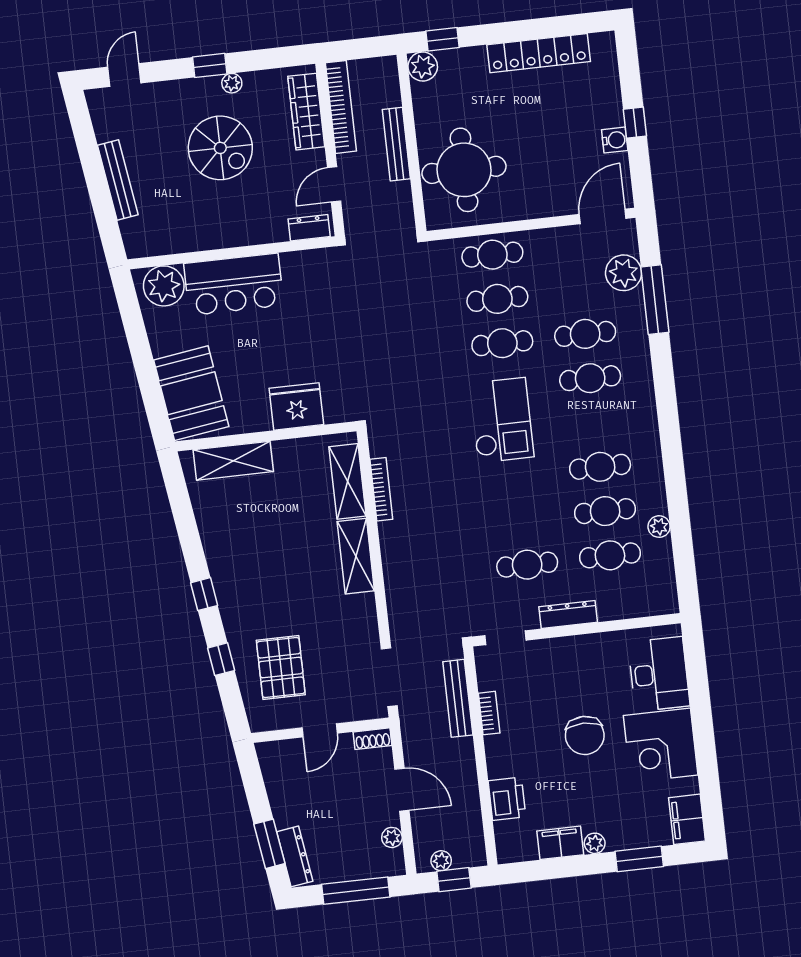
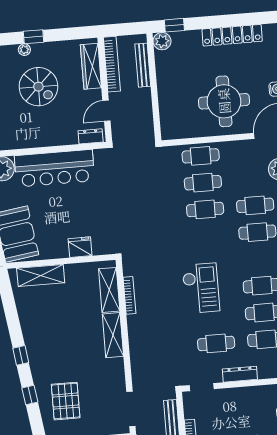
plant: (232, 83) -> (24, 50), moved
bench: (396, 144) -> (143, 65), moved
round table: (464, 170) -> (224, 101), moved
bar counter: (234, 284) -> (55, 168), width x1.36
fridge: (296, 406) -> (80, 247), width x0.73, depth x0.75
checkout: (502, 420) -> (201, 288), moved

